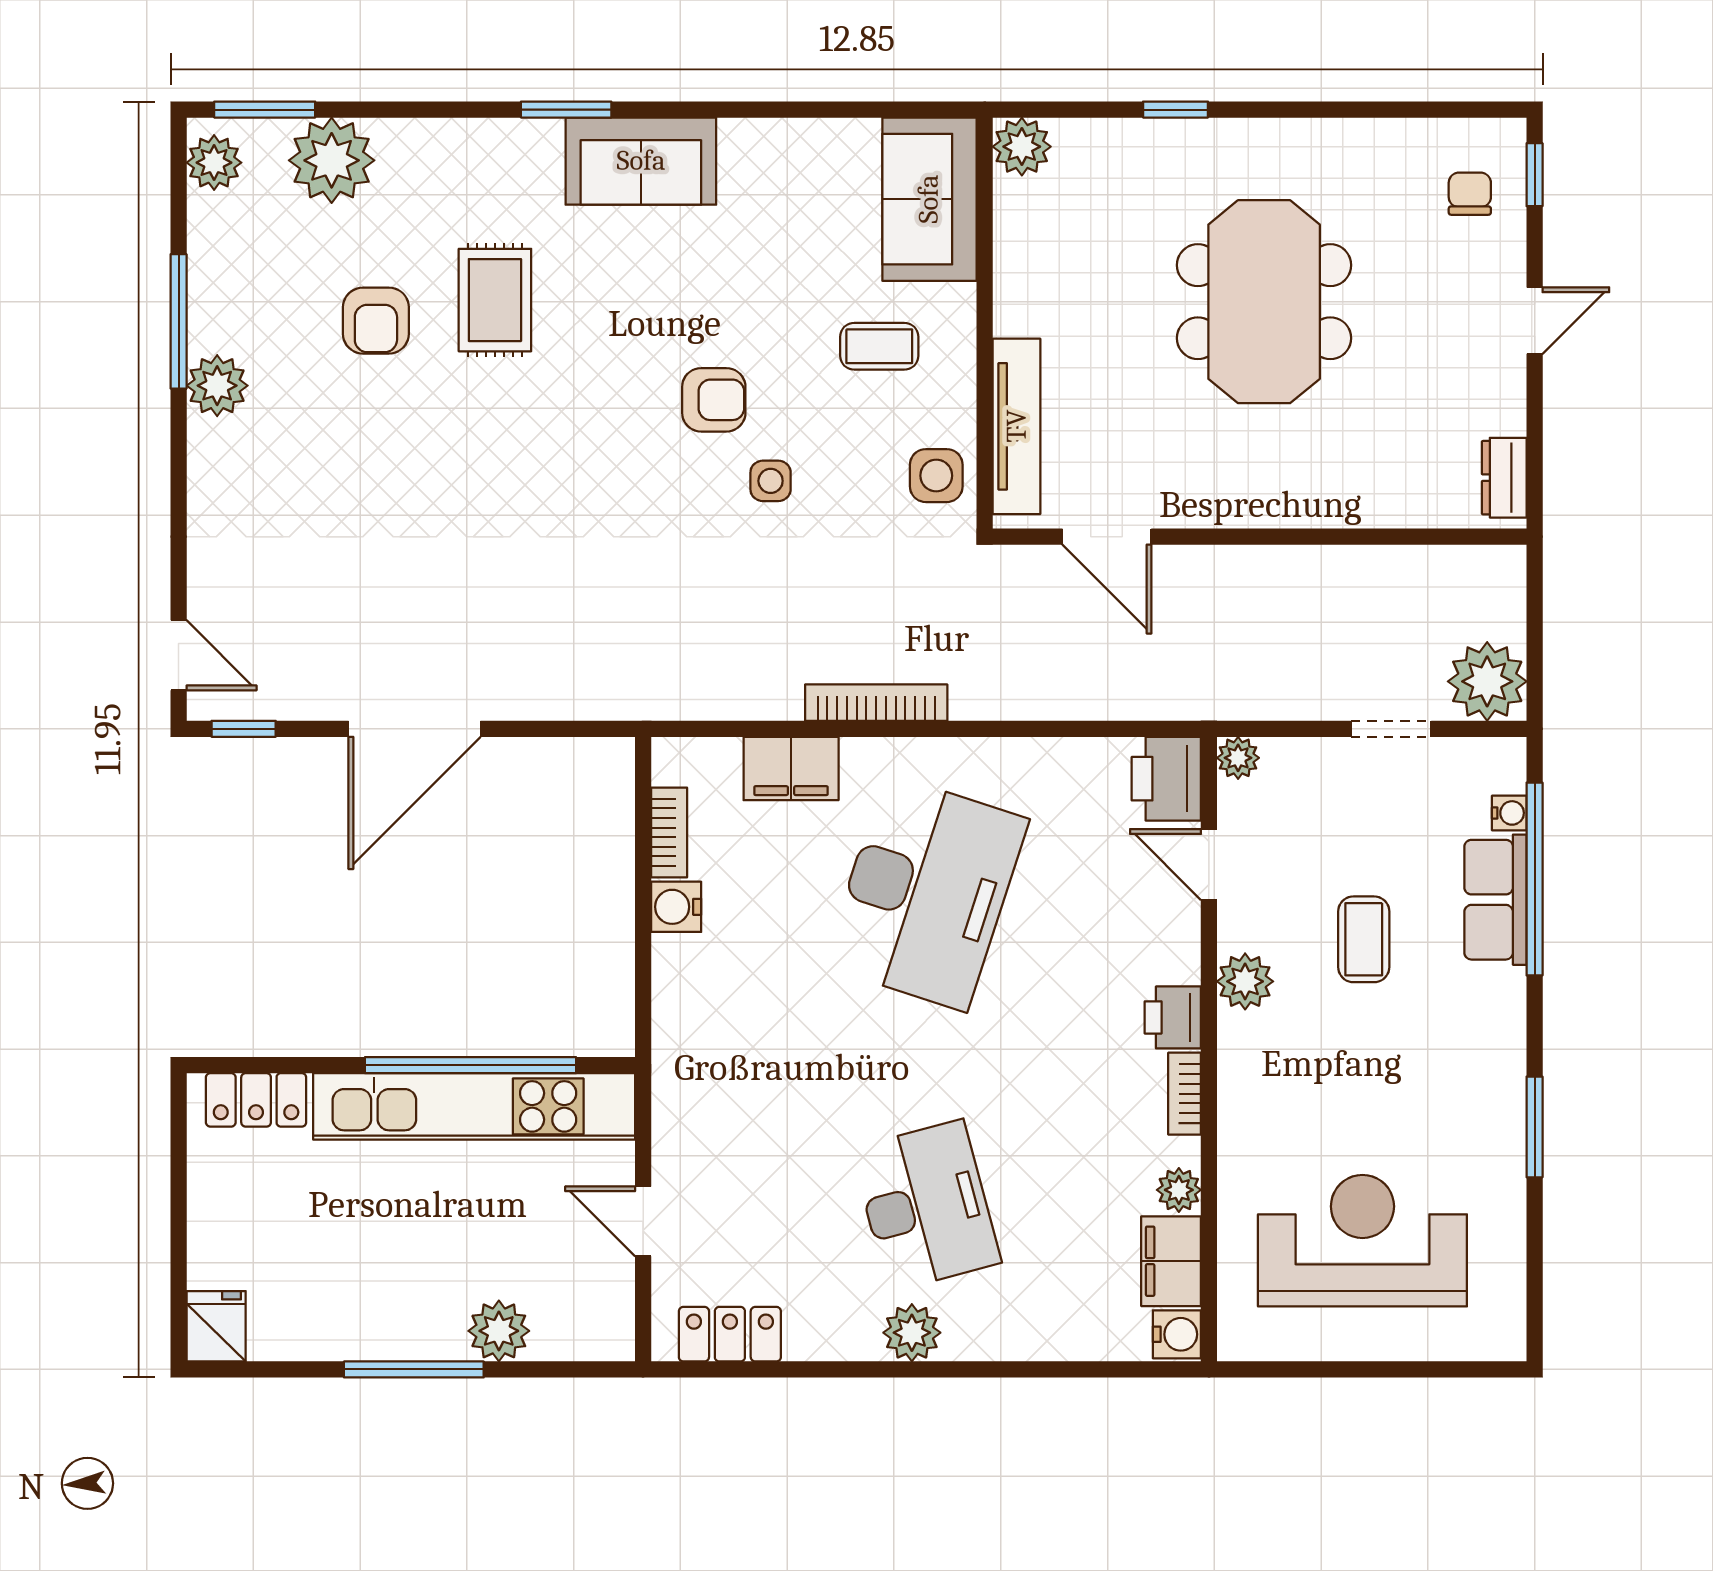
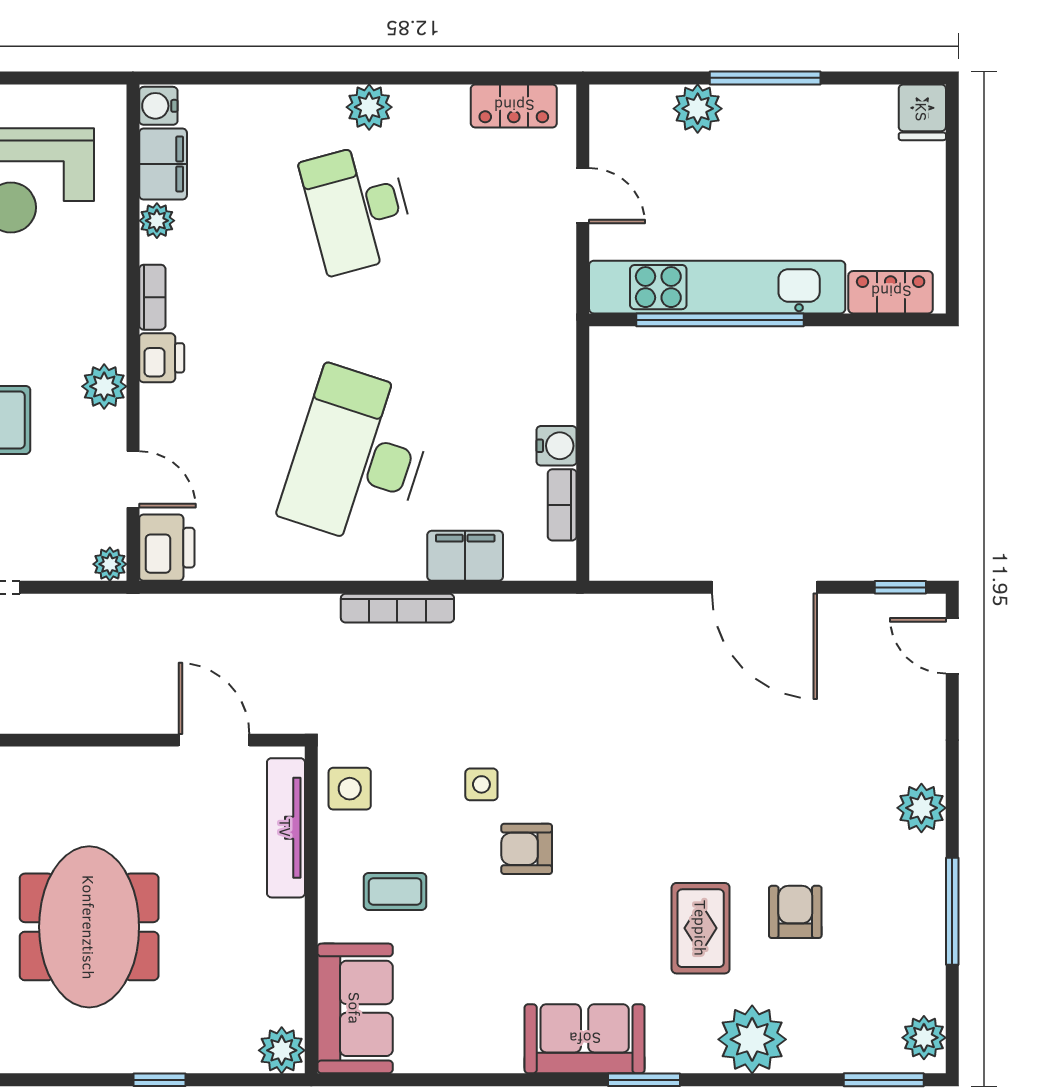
plant: (332, 160) -> (752, 1039), moved
plant: (217, 386) -> (921, 808), moved
door: (415, 729) -> (765, 587), swing flipped

